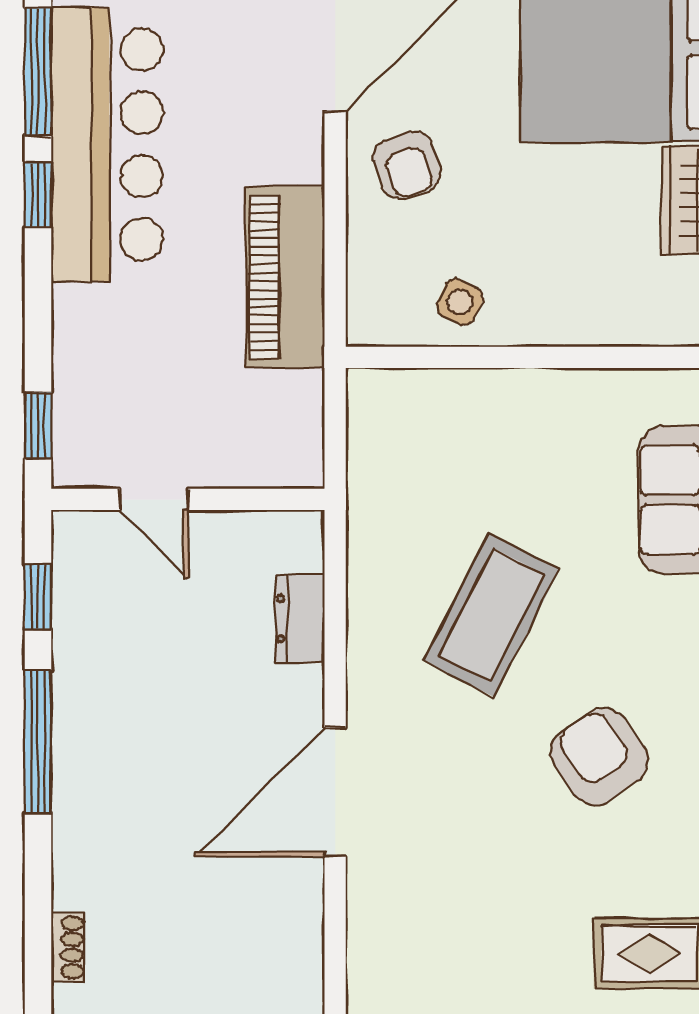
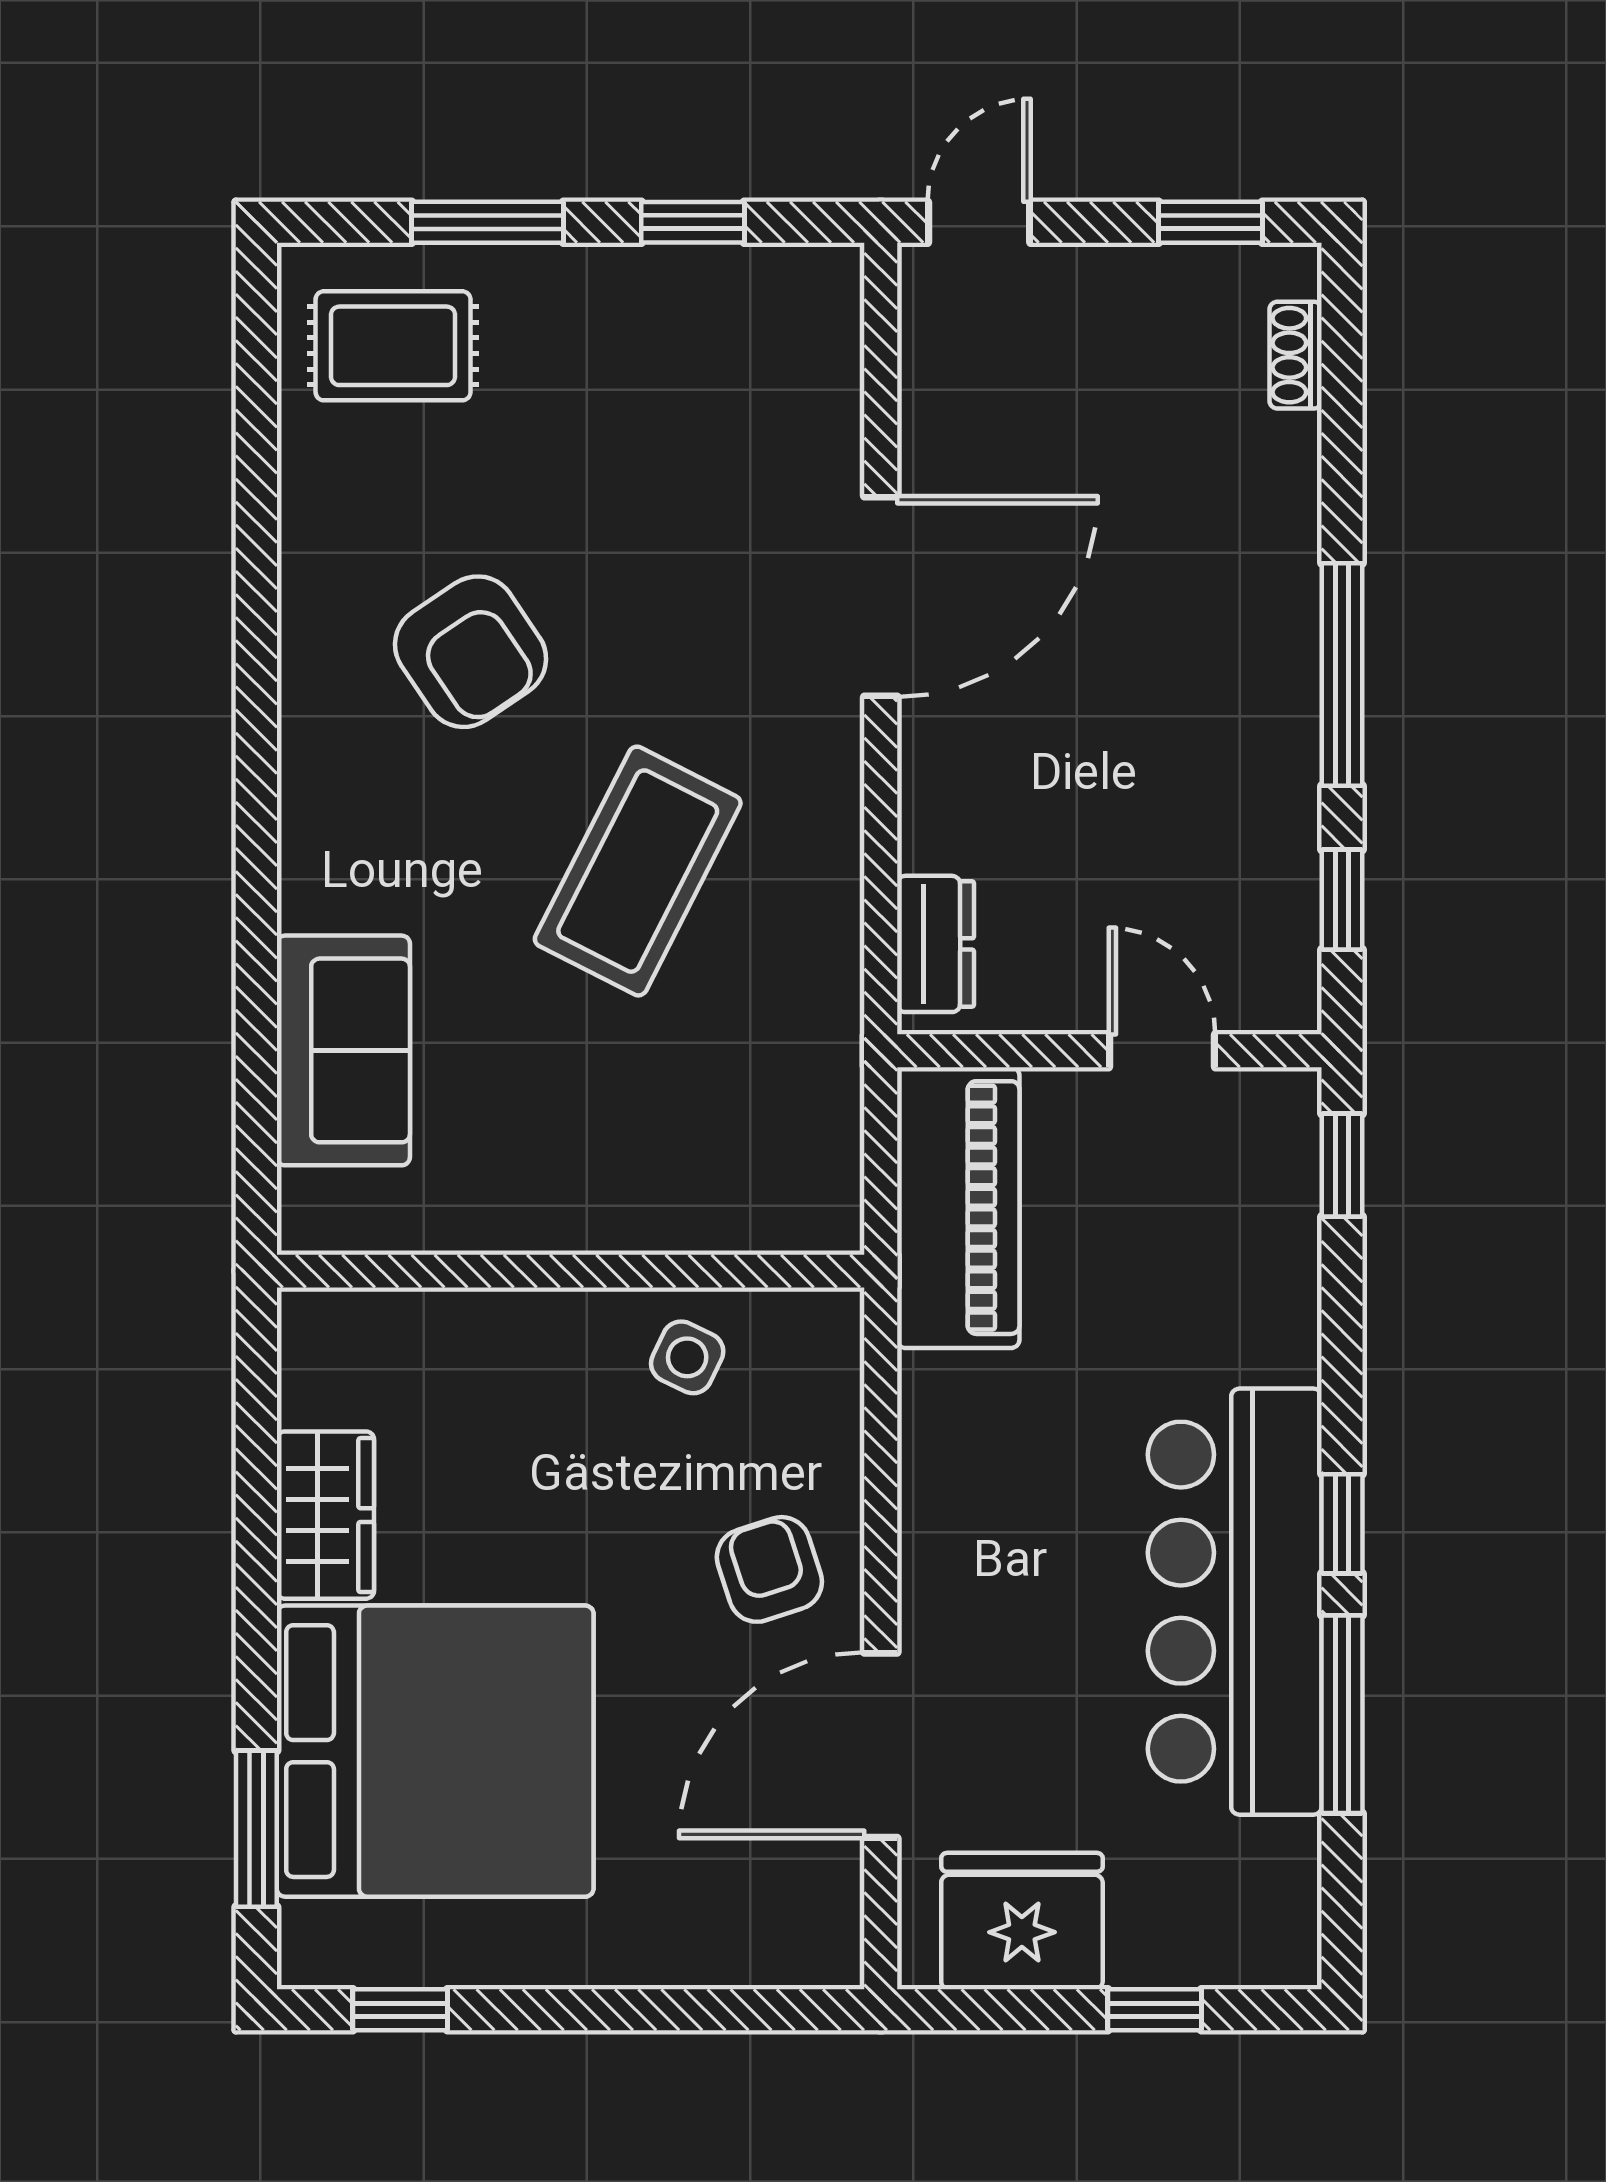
piano: (285, 277) -> (958, 1208), moved
dresser: (300, 619) -> (936, 944), moved

